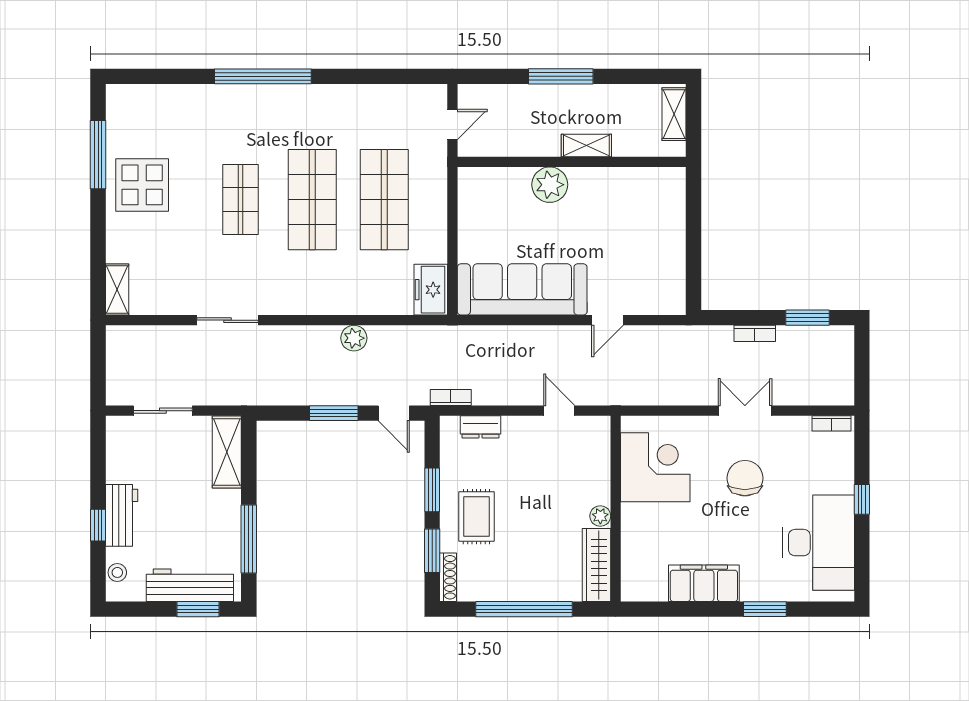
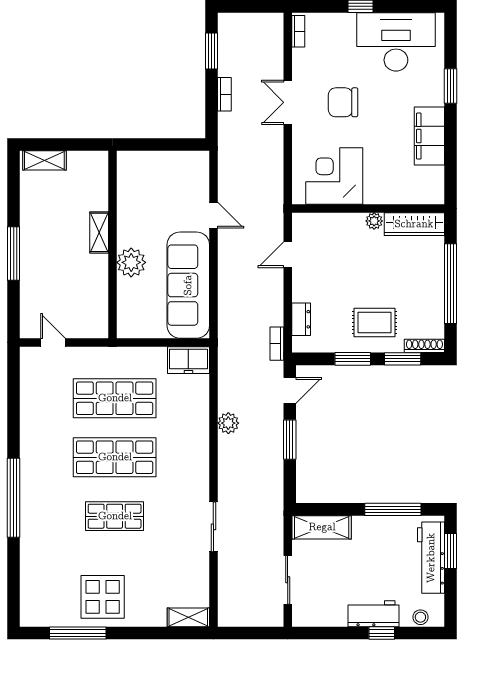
shelving: (586, 146) -> (99, 232), moved
wall: (572, 162) -> (112, 244), moved
plant: (550, 185) -> (131, 262), moved

